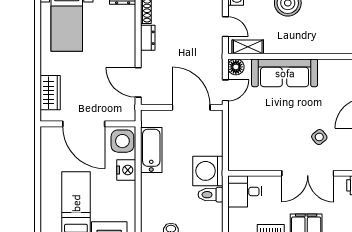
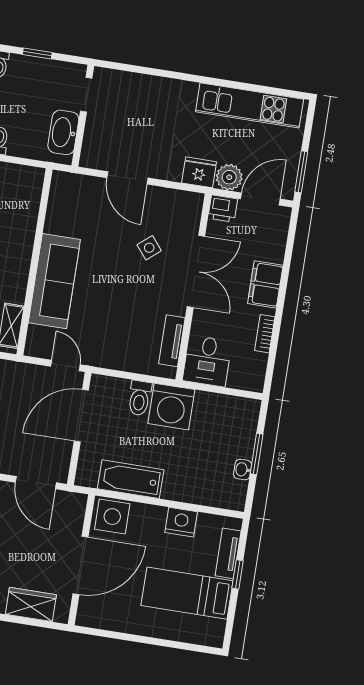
floor lamp: (236, 67) -> (36, 346), removed
door: (138, 82) -> (36, 483), hinge flipped
tv unit: (255, 164) -> (172, 341), added
nightstand: (126, 170) -> (181, 522), moved
toilet: (210, 195) -> (140, 398), moved

